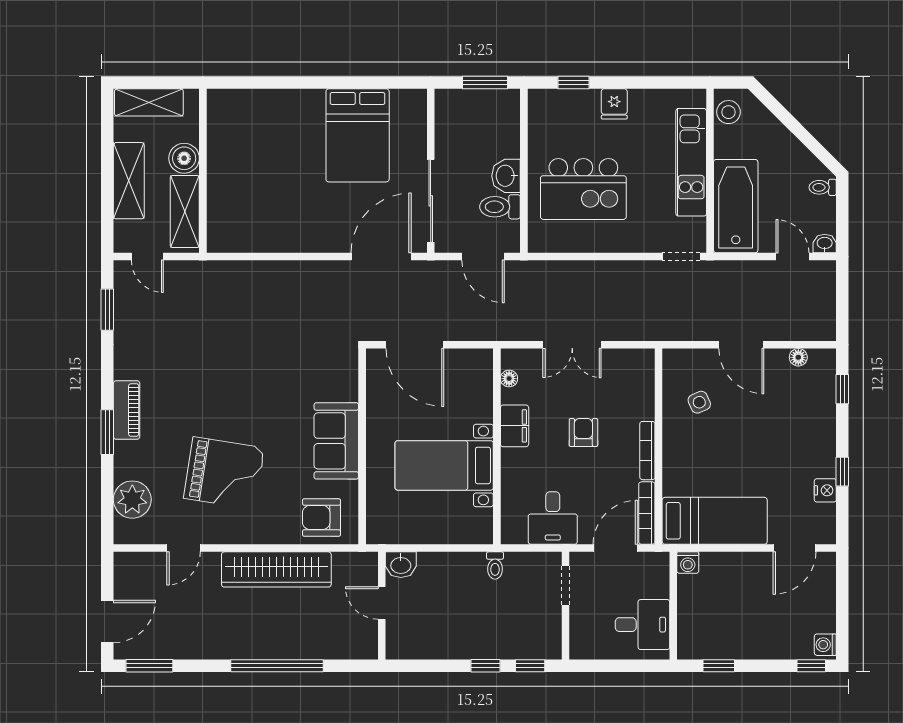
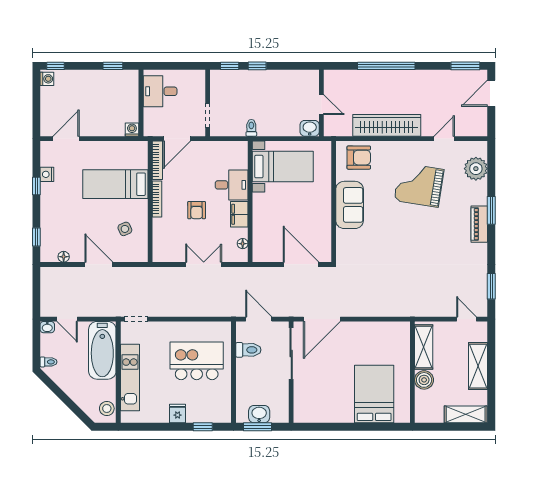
bed: (358, 135) -> (374, 394), moved
boiler: (184, 158) -> (424, 380), moved
wall: (203, 171) -> (412, 372), moved
washbasin: (506, 176) -> (259, 414), moved, turned -90
shelving: (185, 211) -> (424, 347), moved
bed with nightstands: (444, 465) -> (283, 167), moved
desk: (553, 518) -> (232, 185), moved, turned 90
bed: (715, 521) -> (115, 184), moved

